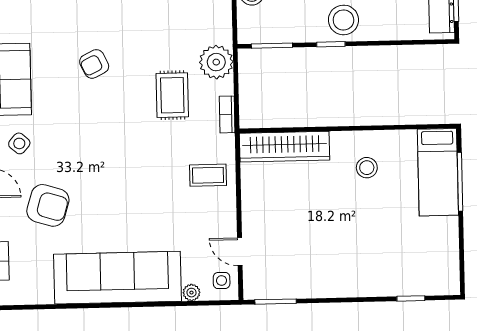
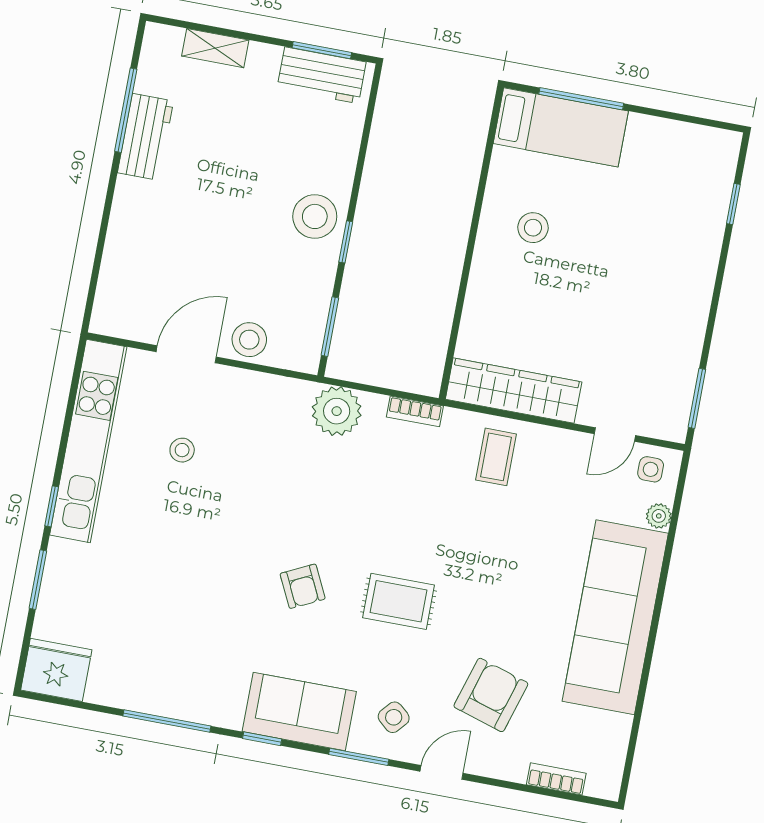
rug: (172, 95) -> (399, 601), moved
wardrobe: (285, 147) -> (514, 391), moved, turned -90

